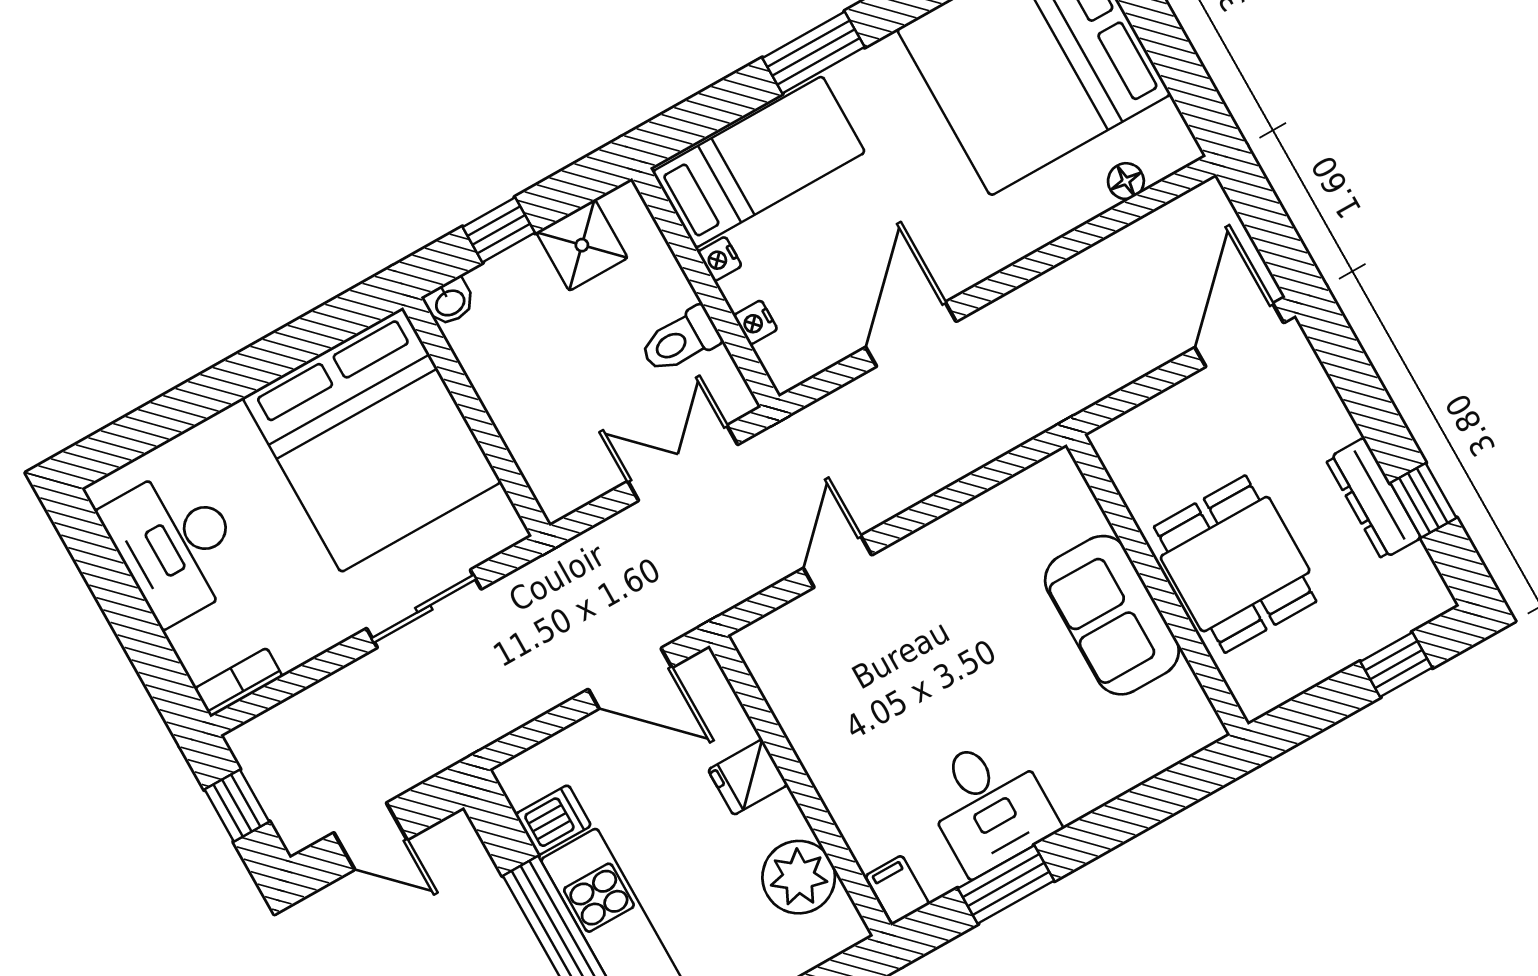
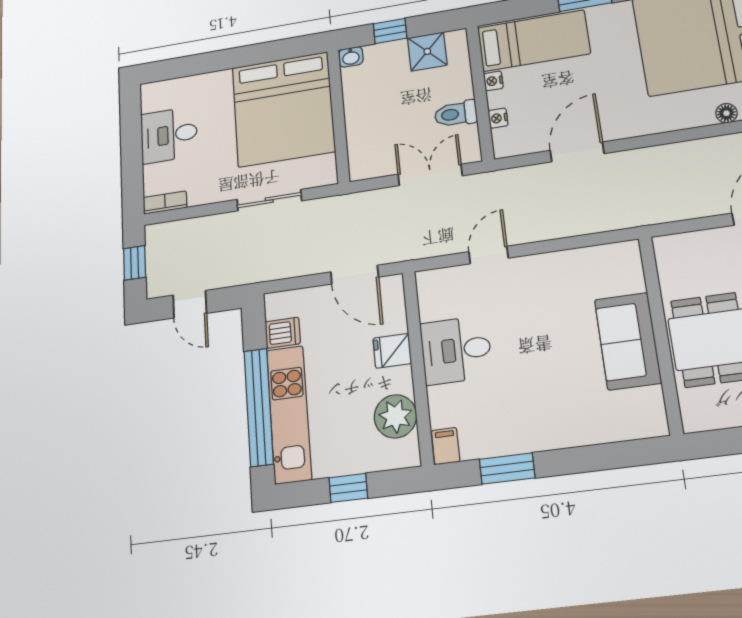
desk: (175, 545) -> (169, 135), width x0.73
desk: (989, 804) -> (456, 350), moved, turned 90

